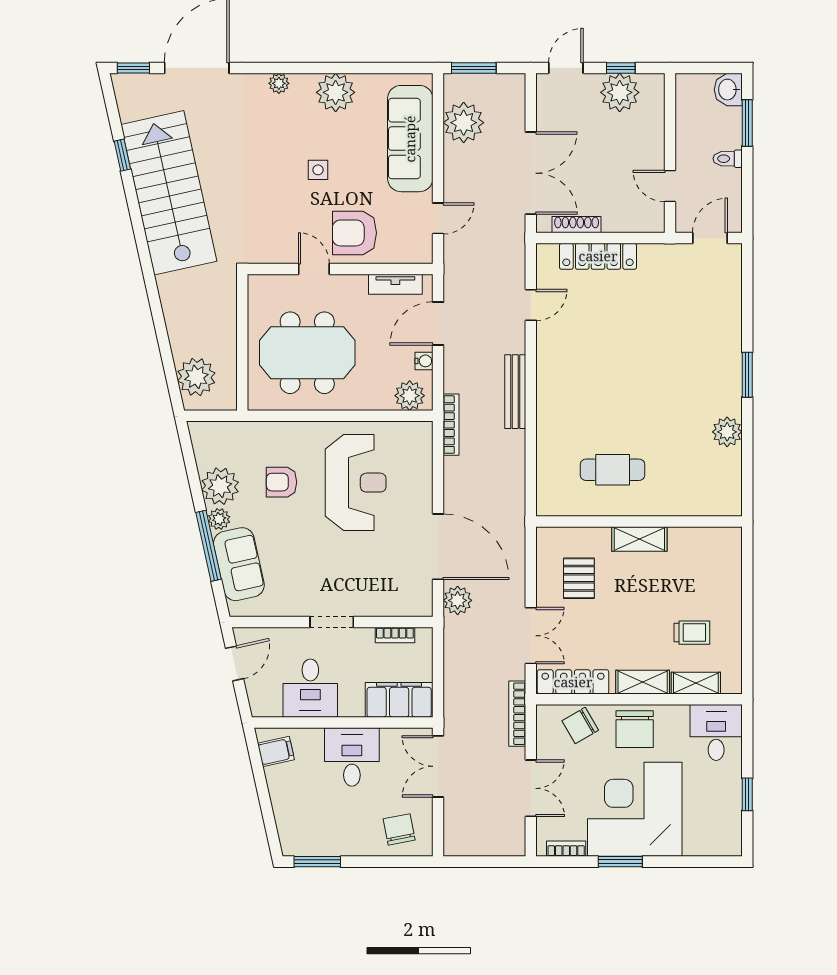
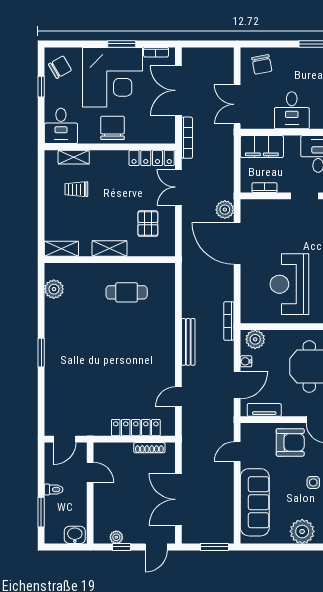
washbasin: (728, 90) -> (75, 535), moved, turned -90
plant: (620, 92) -> (116, 537), width x0.53, depth x0.53
plant: (464, 123) -> (221, 512), removed
double door: (531, 173) -> (178, 499), moved
plant: (727, 432) -> (54, 289), moved
shelving: (643, 682) -> (61, 249), moved
chair: (580, 725) -> (60, 67), moved
double door: (438, 766) -> (237, 104), swing flipped
double door: (531, 788) -> (178, 90), width x1.37

